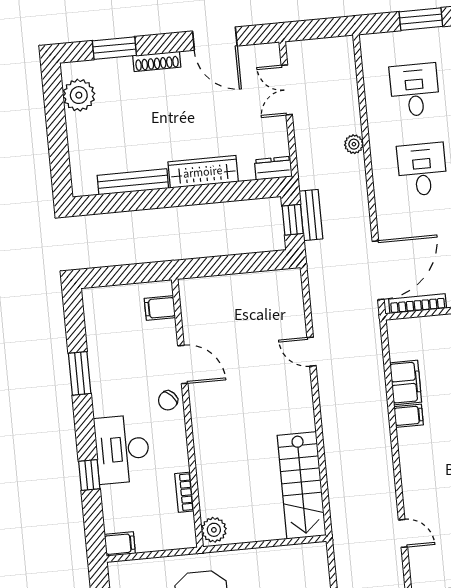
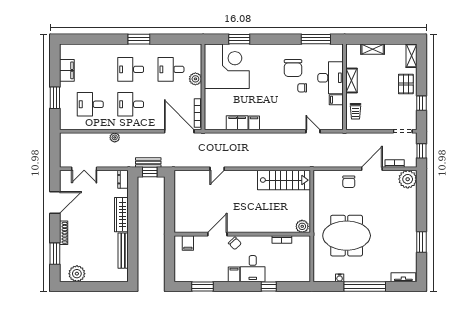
window: (80, 373) -> (202, 286), moved
desk: (122, 449) -> (253, 269), width x0.73
door: (403, 533) -> (313, 131), hinge flipped
filing cabinet: (120, 544) -> (234, 274), moved

